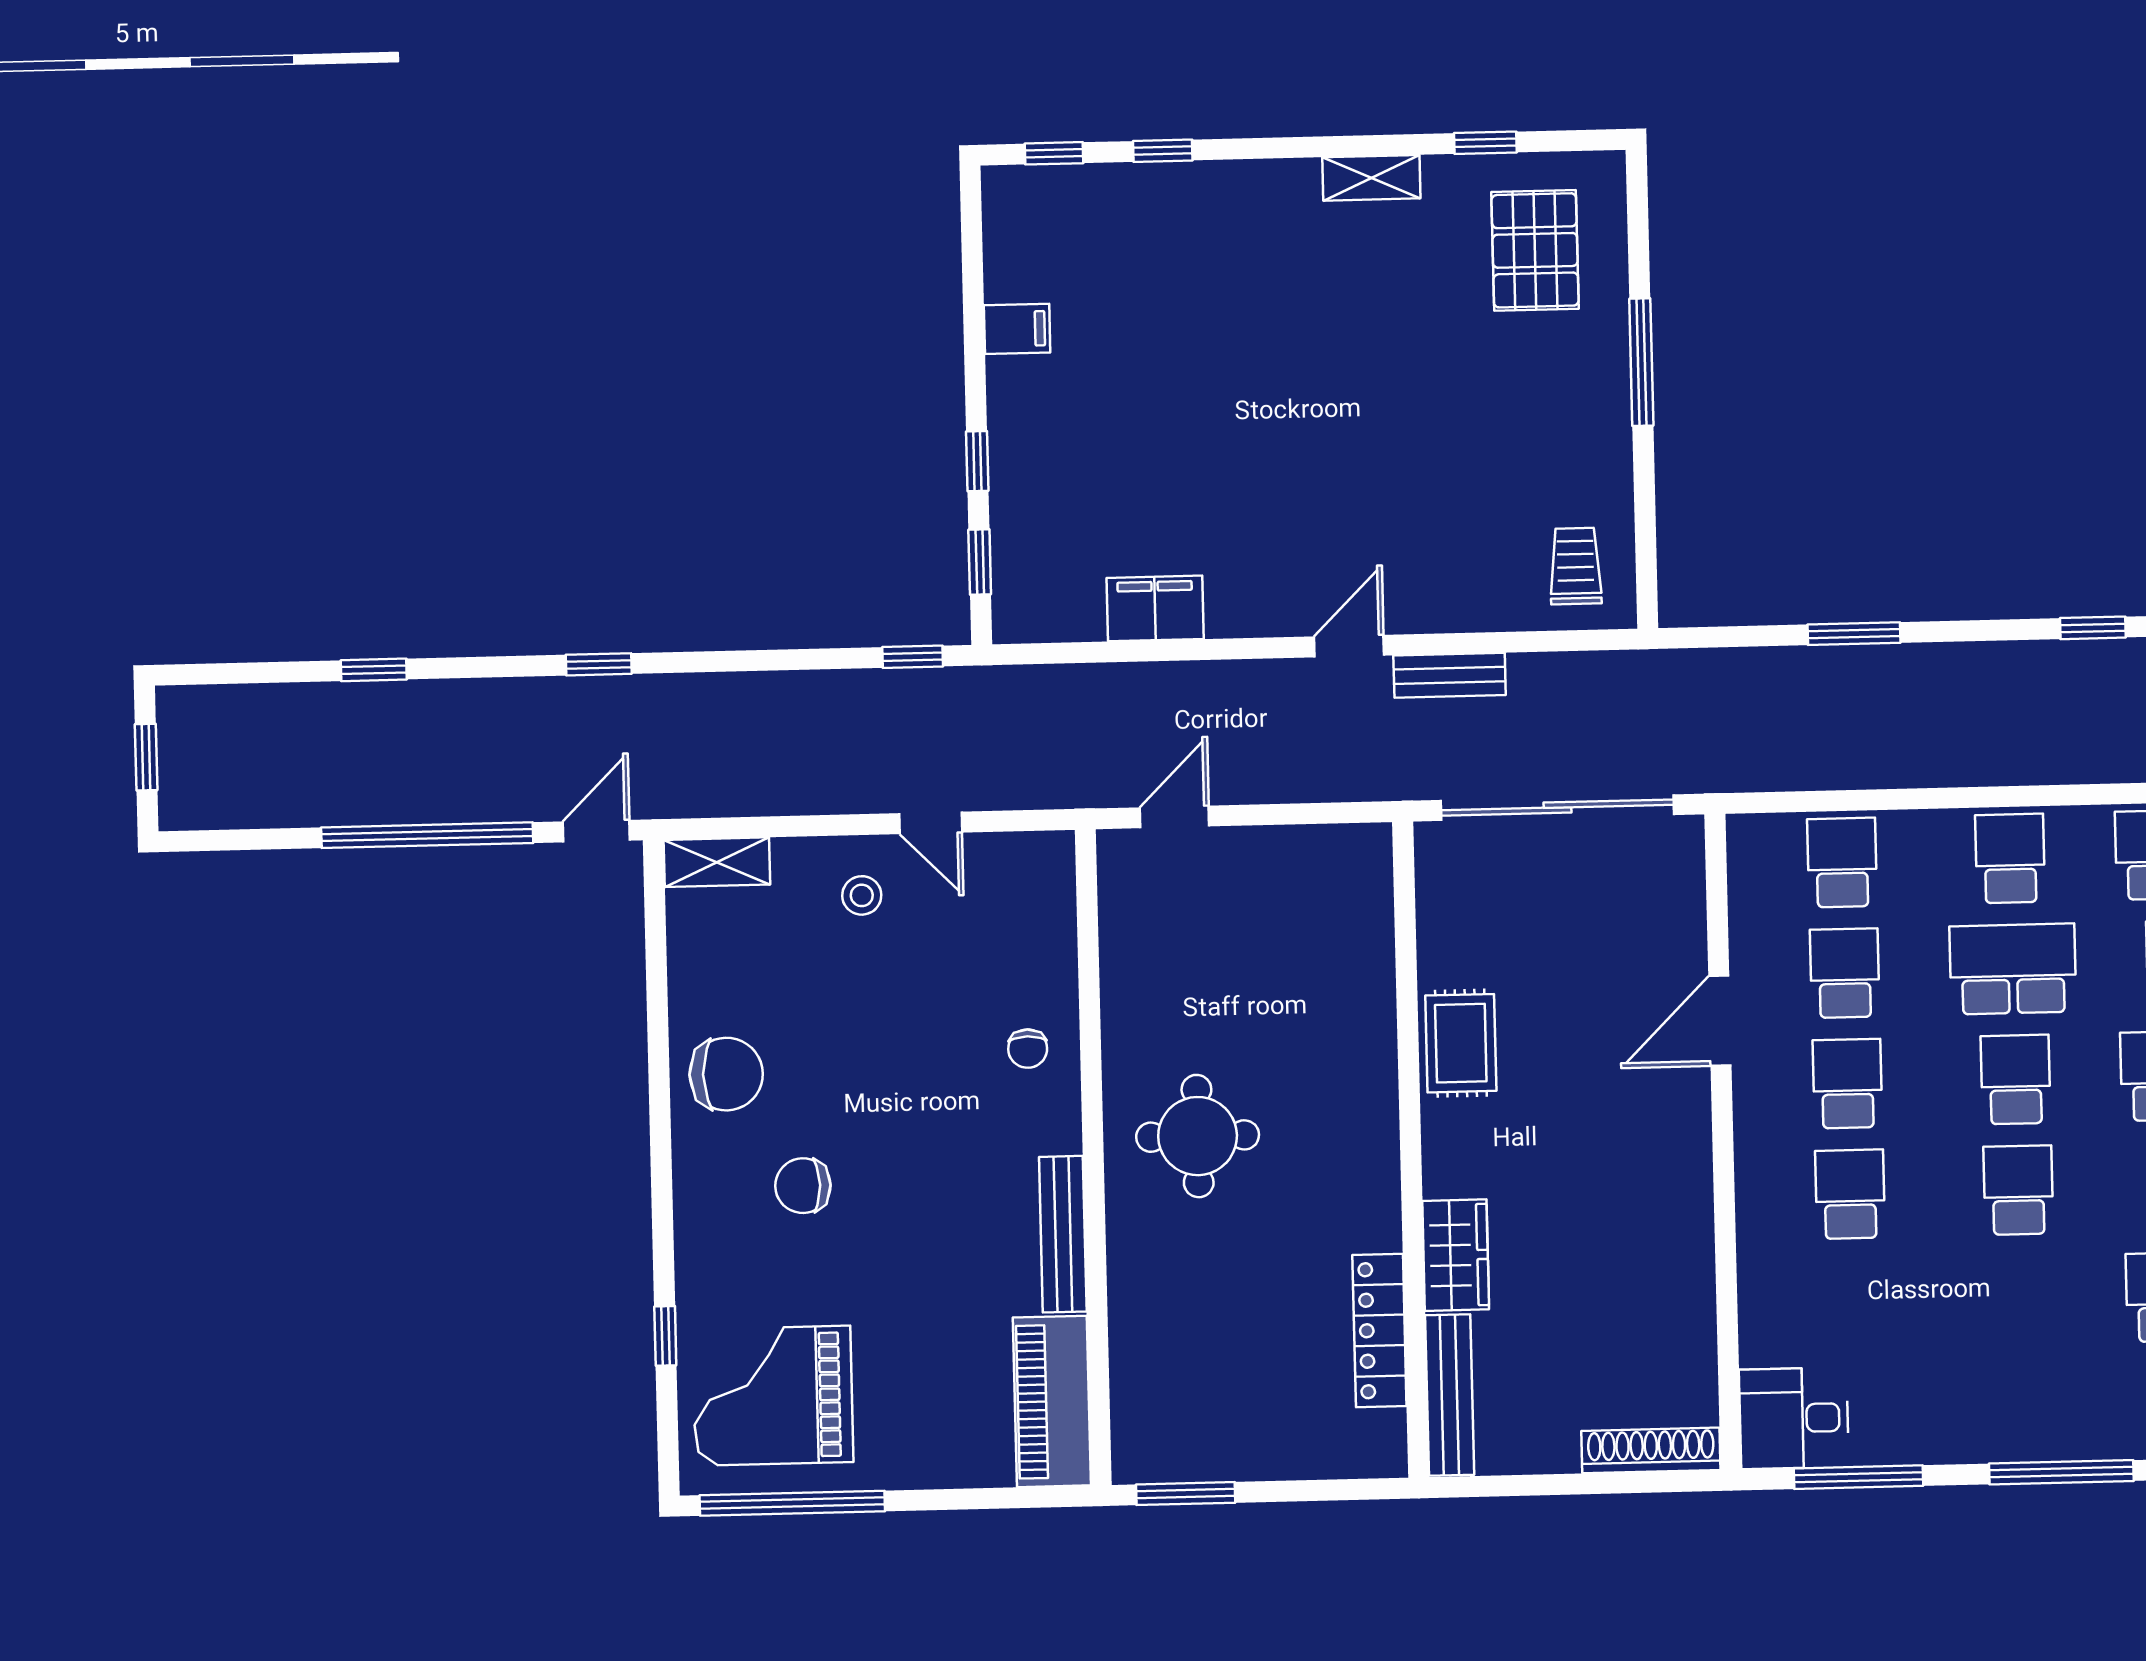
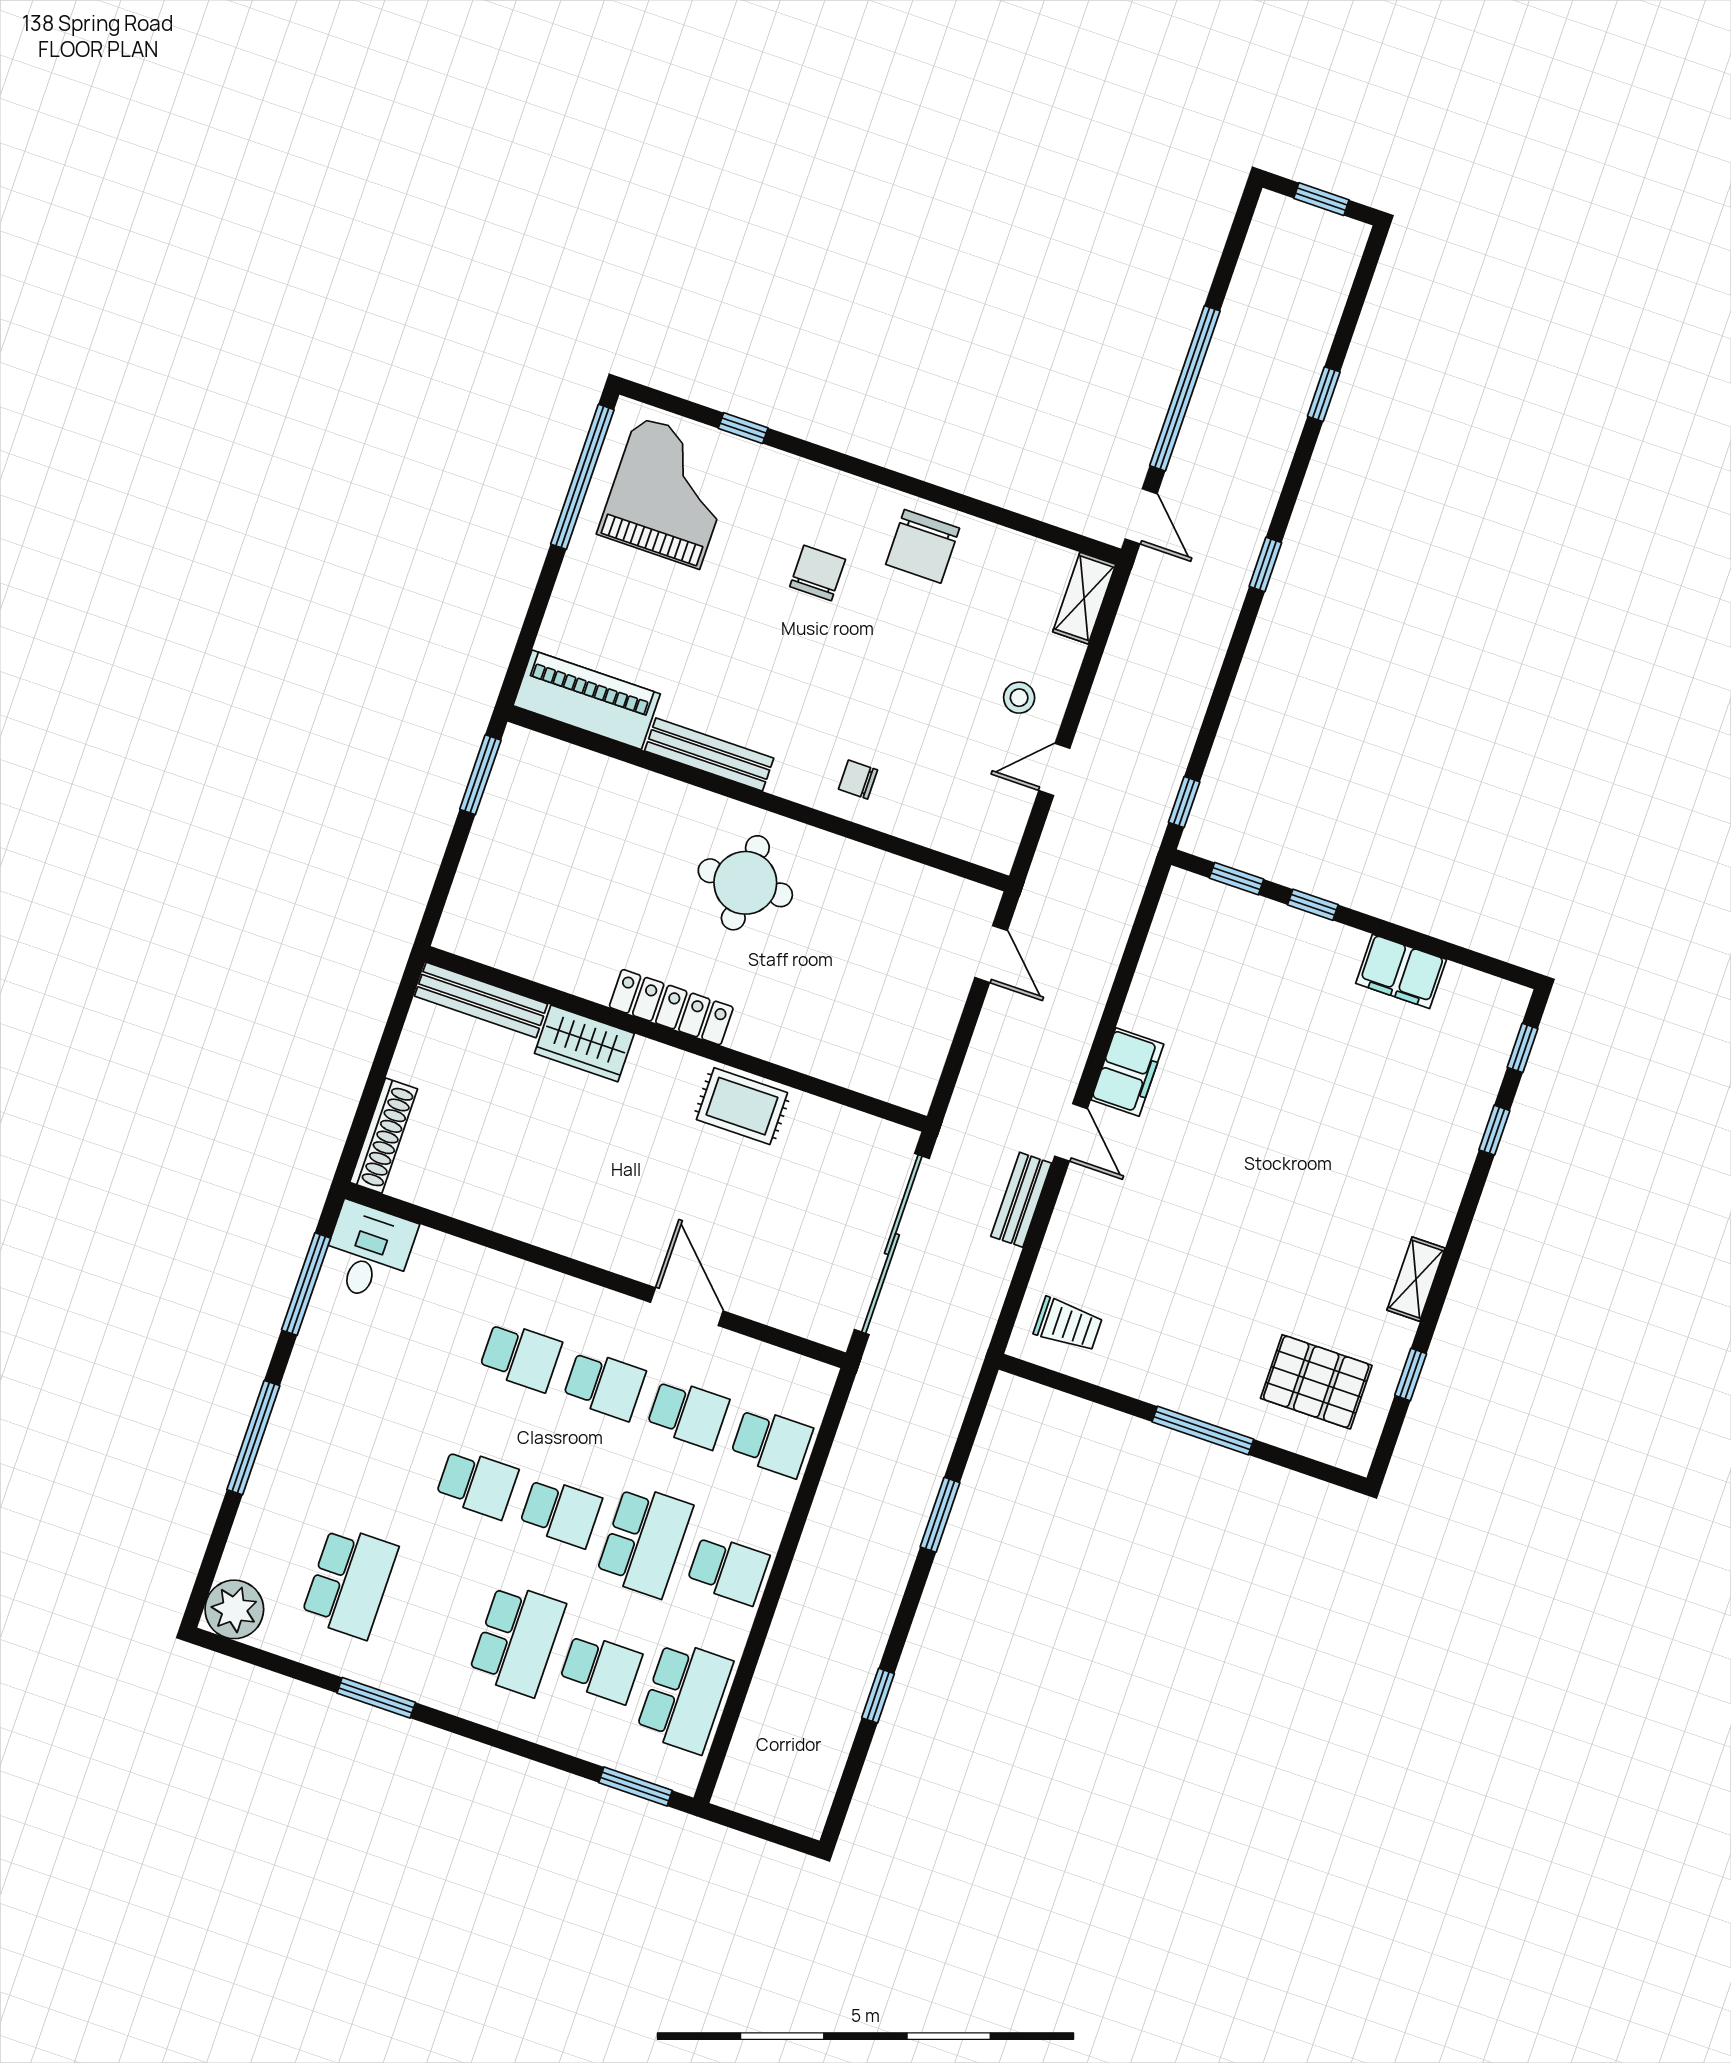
filing cabinet: (1017, 329) -> (1401, 971), width x2.00
filing cabinet: (1155, 608) -> (1127, 1072), moved
locker: (1379, 1330) -> (671, 1007), moved

